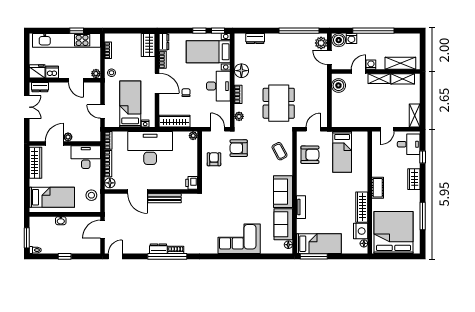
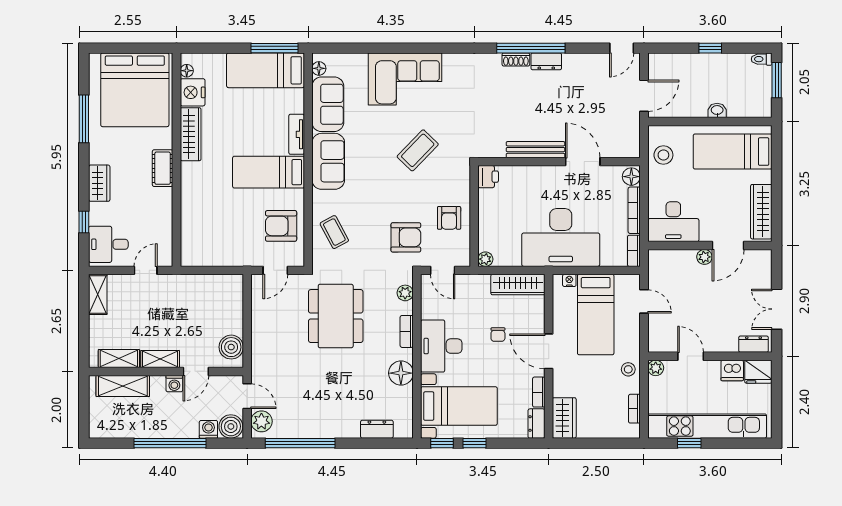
bed: (342, 152) -> (269, 172), moved, turned -90
coffee table: (232, 198) -> (418, 150), added

